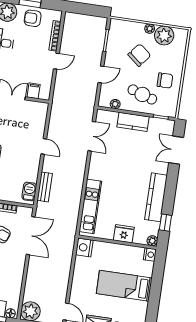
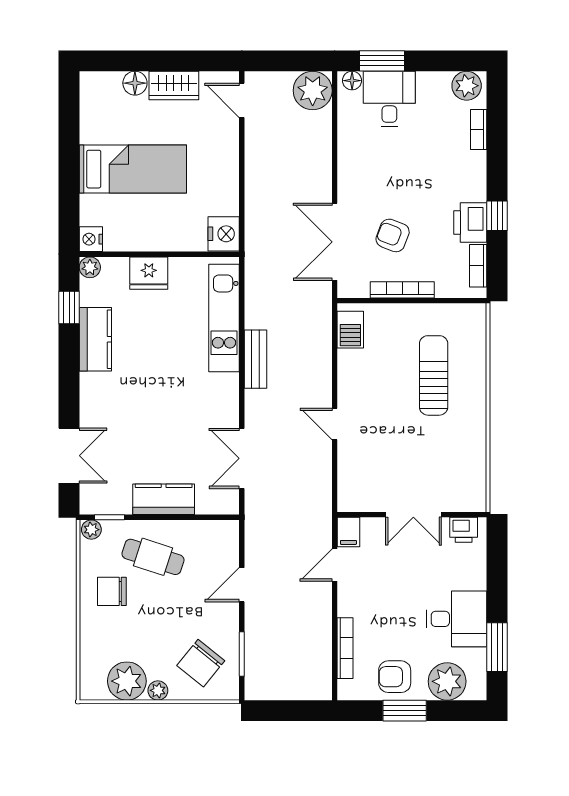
armchair: (33, 18) -> (395, 677), turned 180
chair: (139, 55) -> (201, 663), moved
door: (56, 61) -> (335, 565), moved
filing cabinet: (34, 91) -> (348, 532), moved
plant: (115, 104) -> (91, 530), moved
bench: (45, 187) -> (256, 359), moved
kitchen counter: (156, 197) -> (95, 339), width x0.67

